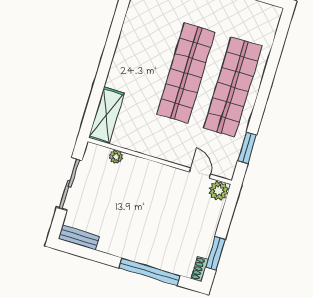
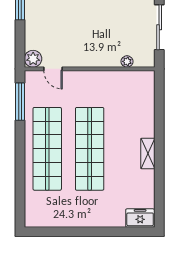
shelving: (106, 115) -> (148, 153), moved, width x0.67, depth x0.75
window: (247, 148) -> (20, 102), width x1.44

